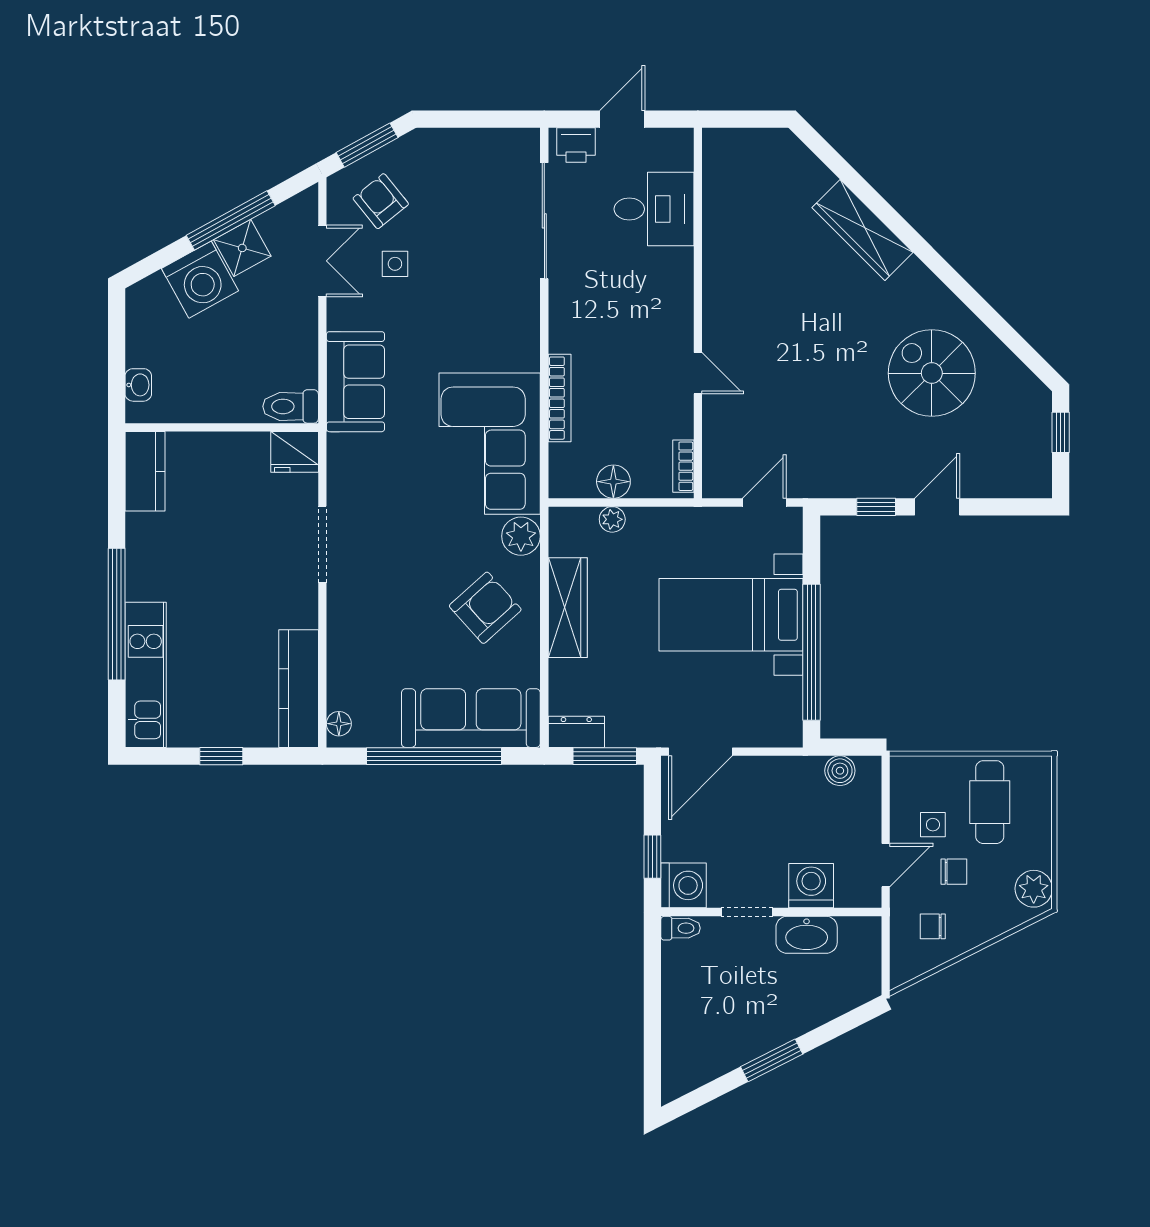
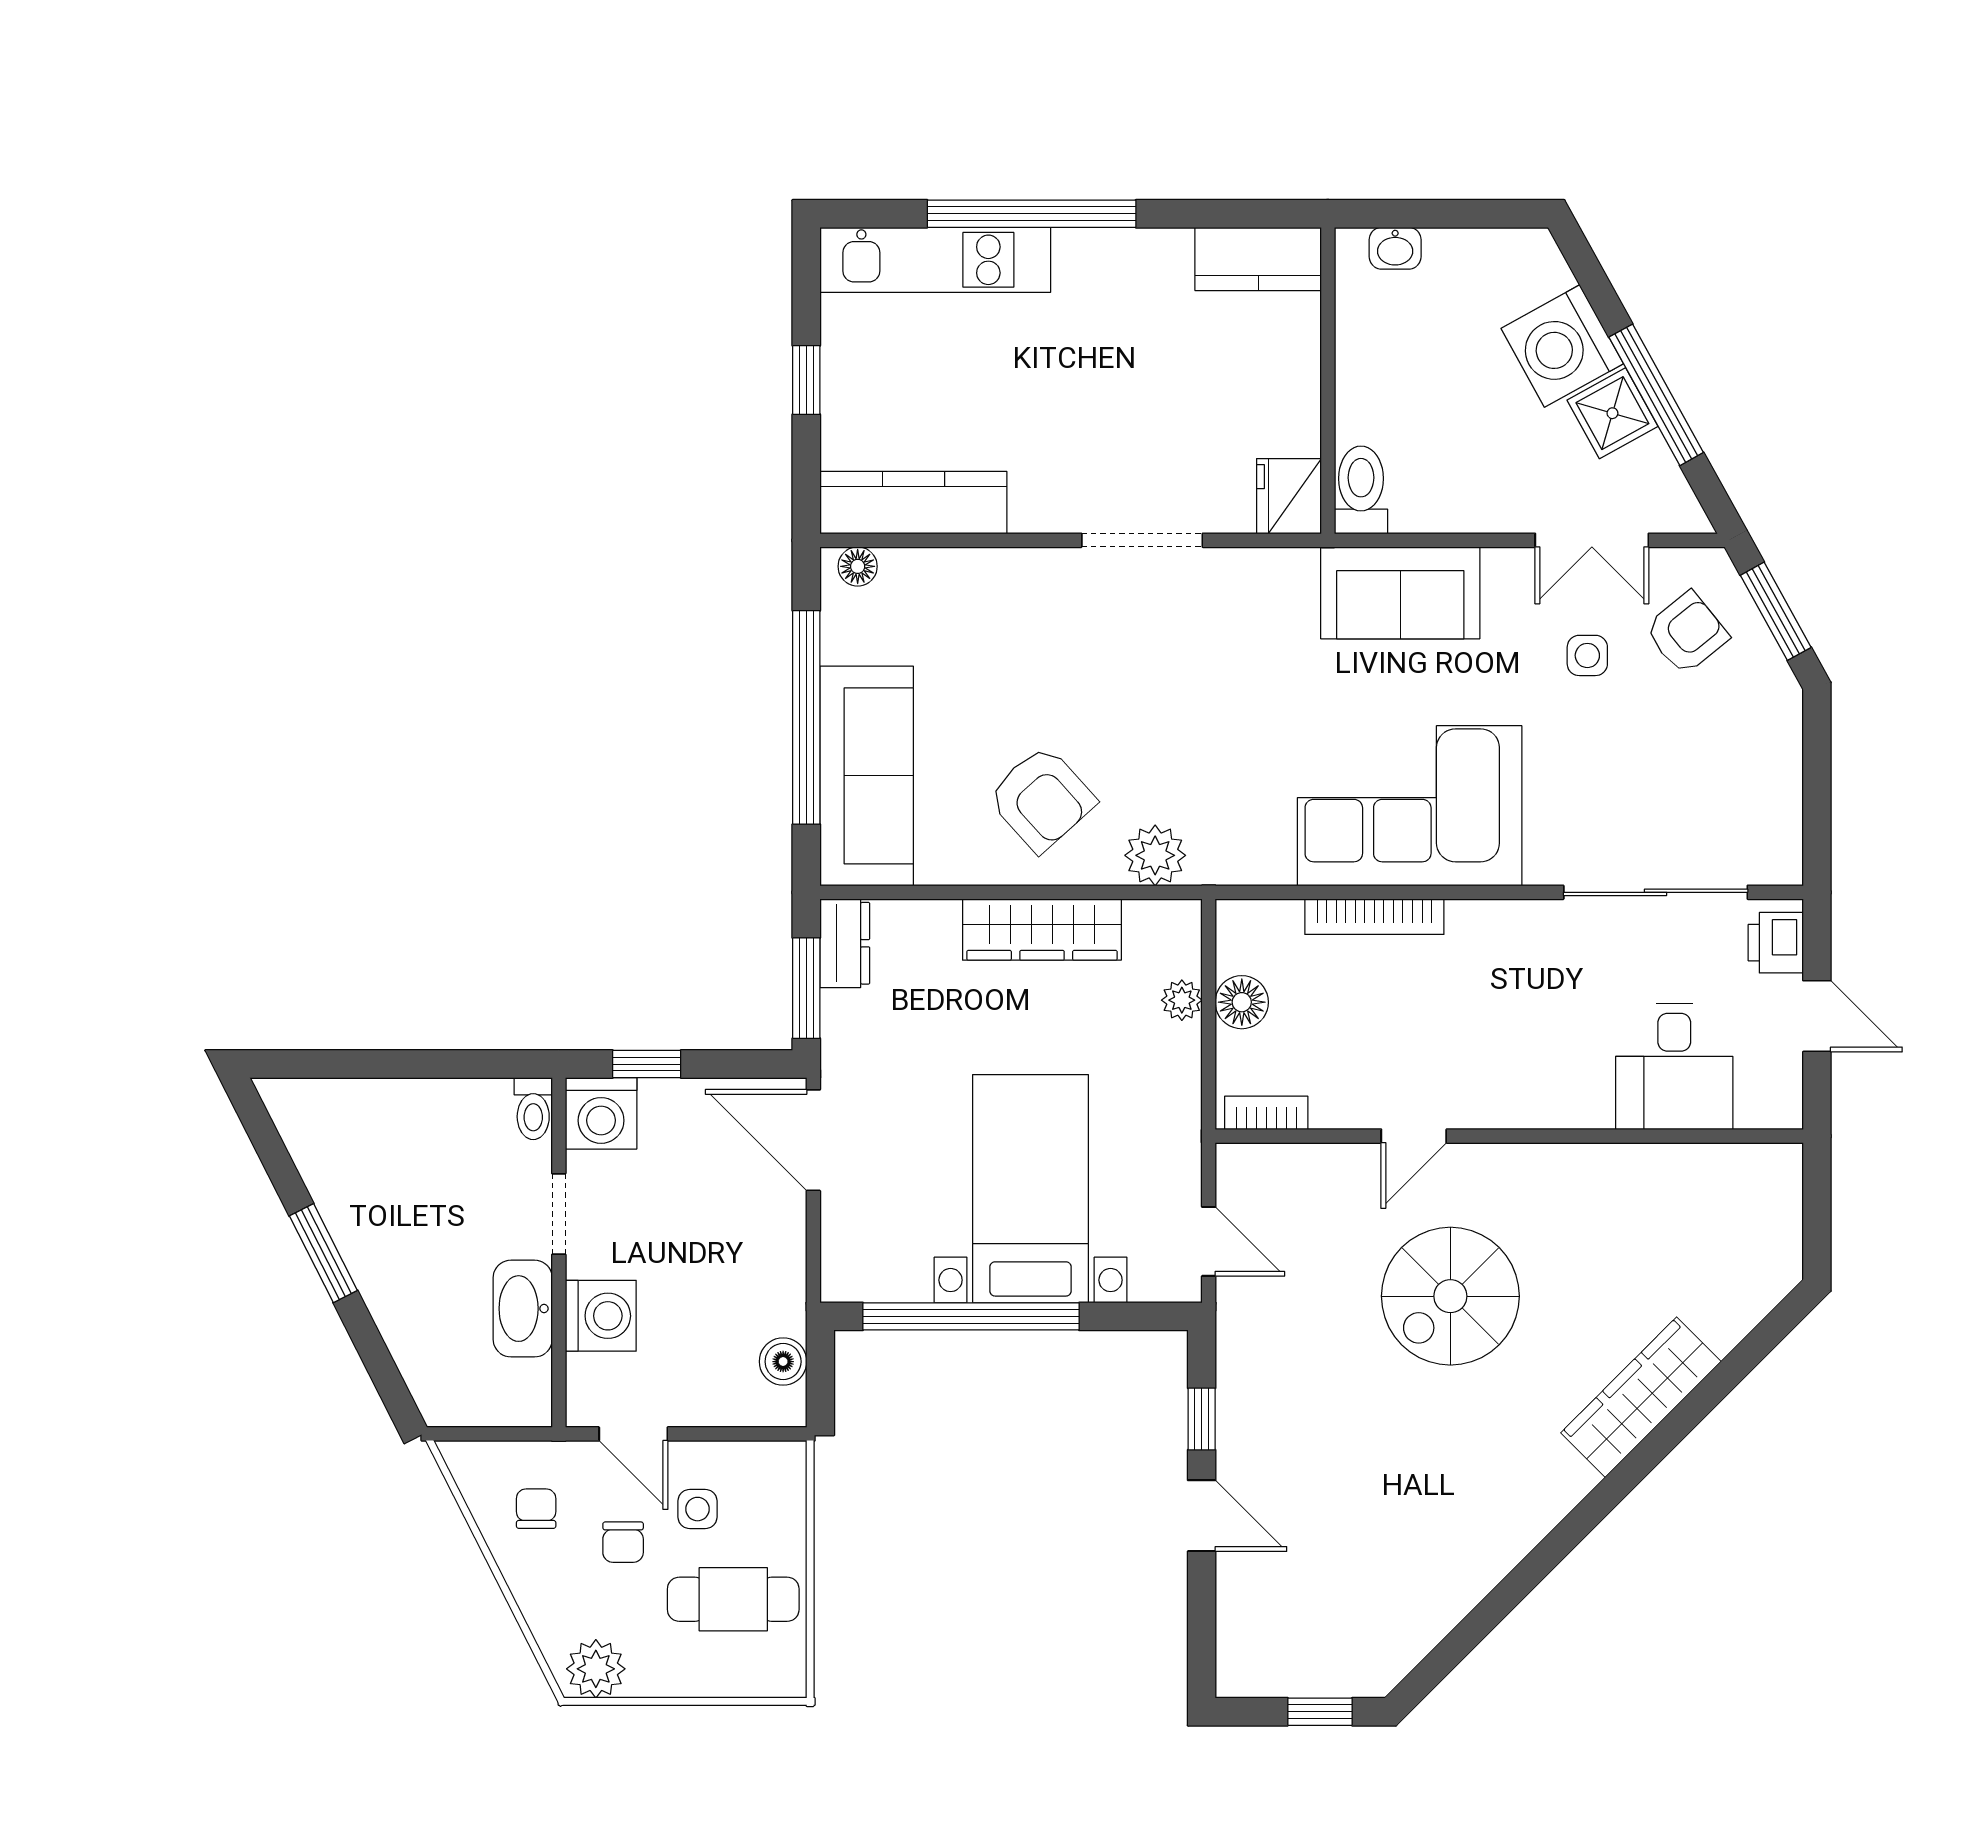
spiral stairs: (932, 373) -> (1450, 1296), moved, turned 180
corner sofa: (490, 444) -> (1410, 806), moved

